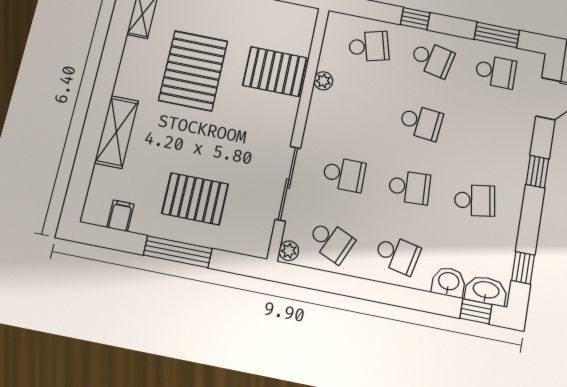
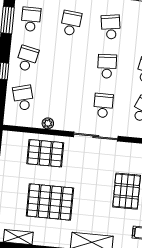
pallet: (275, 72) -> (45, 153), turned 90
school desk: (421, 122) -> (71, 23), moved
sliding door: (288, 184) -> (96, 136), moved

